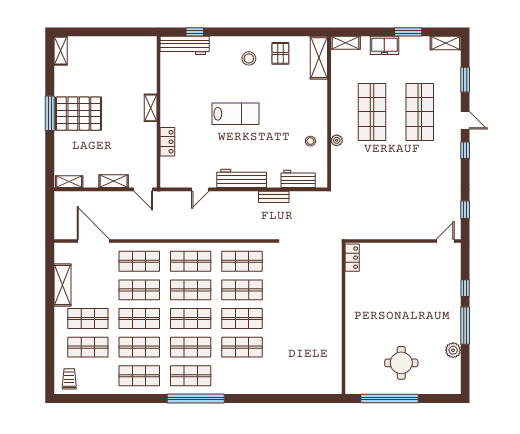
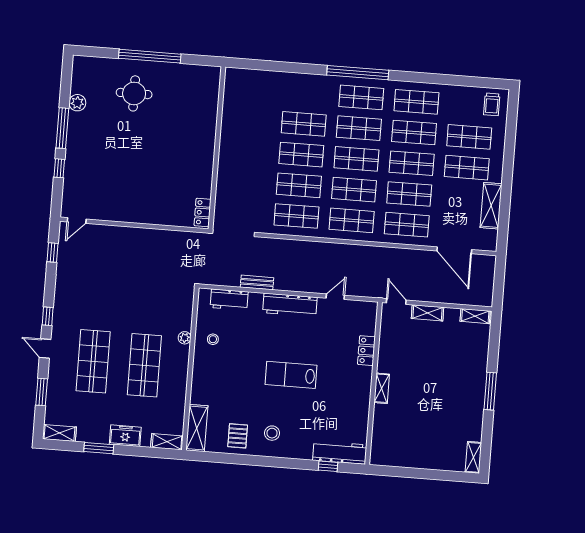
pallet: (79, 114) -> (459, 388), removed
locker: (352, 258) -> (203, 213), moved
wall: (344, 318) -> (217, 148), moved

